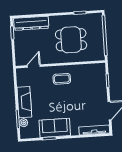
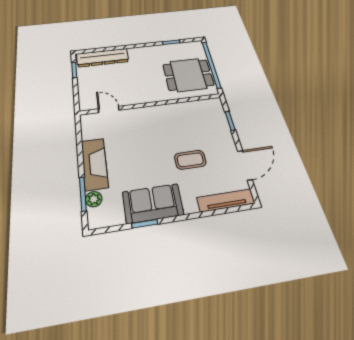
dining table: (71, 40) -> (188, 75), moved
door: (34, 66) -> (109, 110), hinge flipped
coffee table: (62, 79) -> (190, 160), moved

